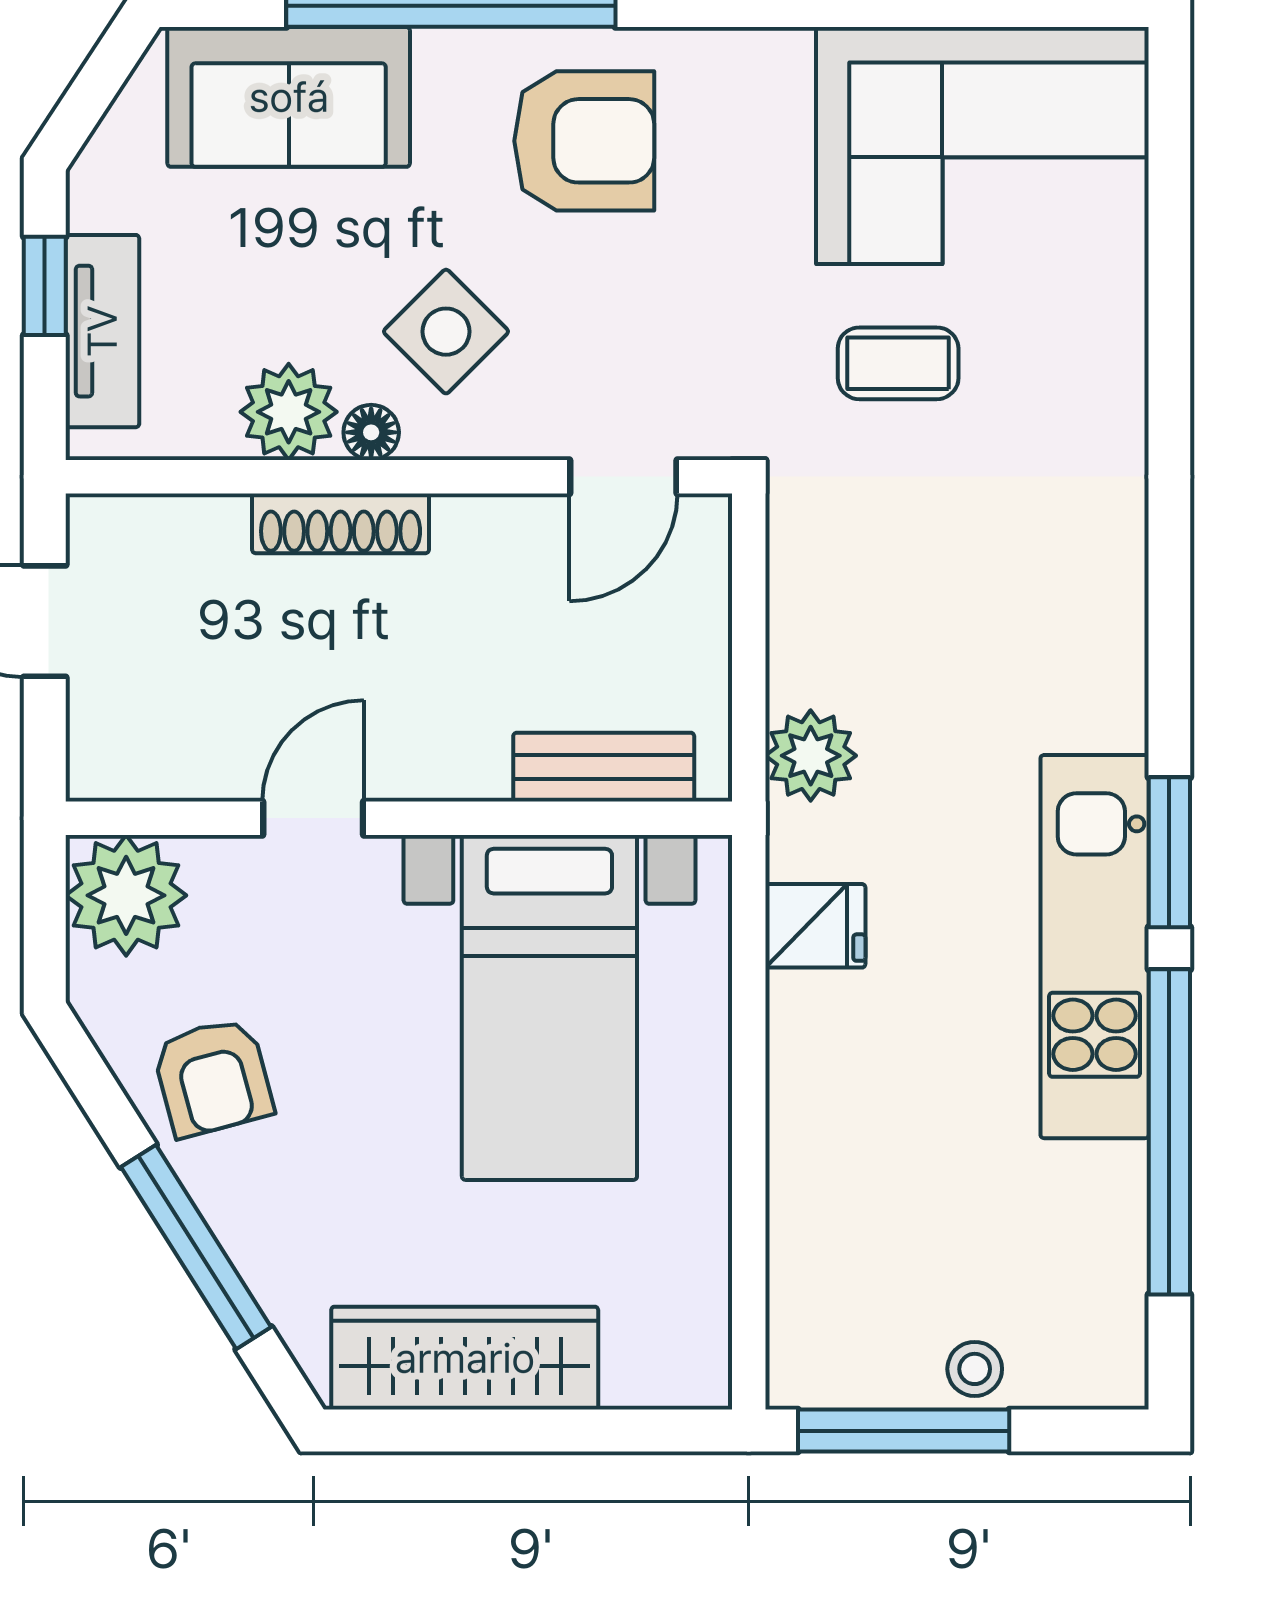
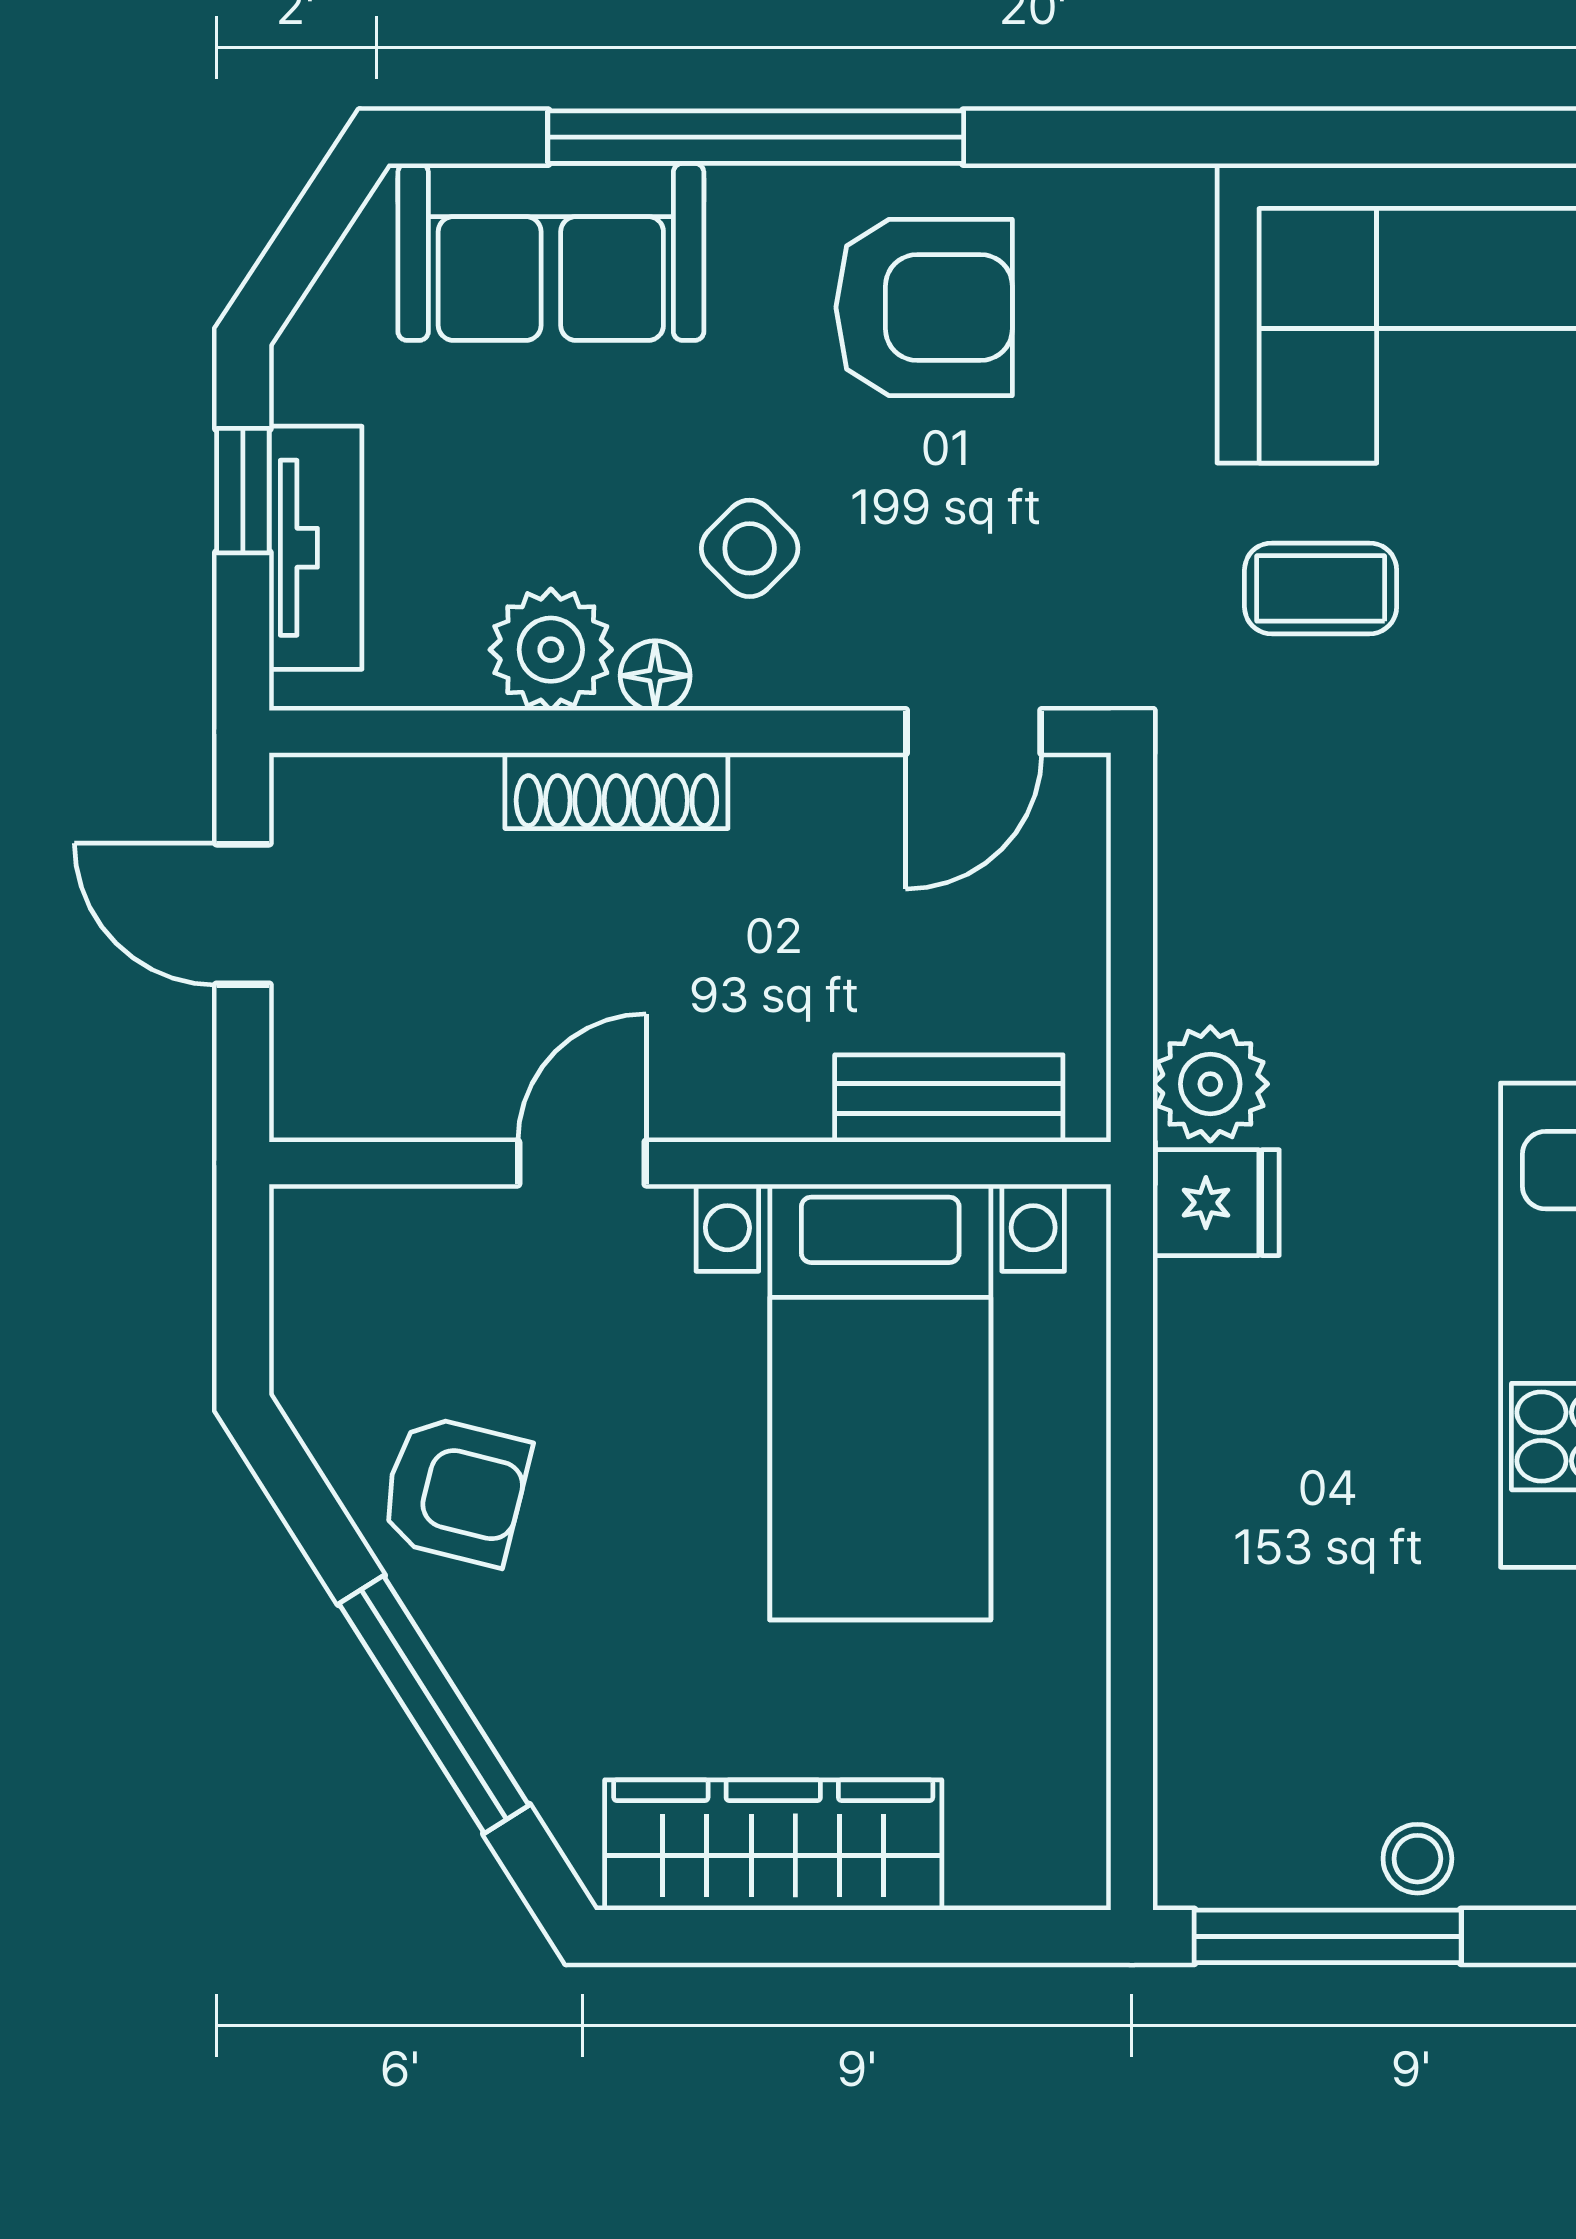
side table: (446, 332) -> (750, 548), width x0.73, depth x0.73
plant: (126, 895) -> (345, 1260), removed
fridge: (815, 926) -> (1216, 1203), moved
armchair: (213, 1077) -> (455, 1490), turned -61

